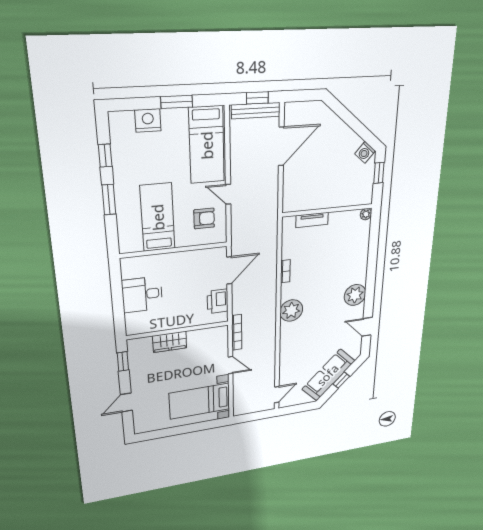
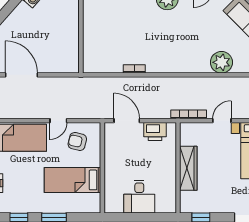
armchair: (204, 218) -> (77, 141), turned -77
tv unit: (312, 220) -> (88, 45), removed
plant: (291, 311) -> (221, 62), moved
wardrobe: (170, 342) -> (188, 168), width x1.50

